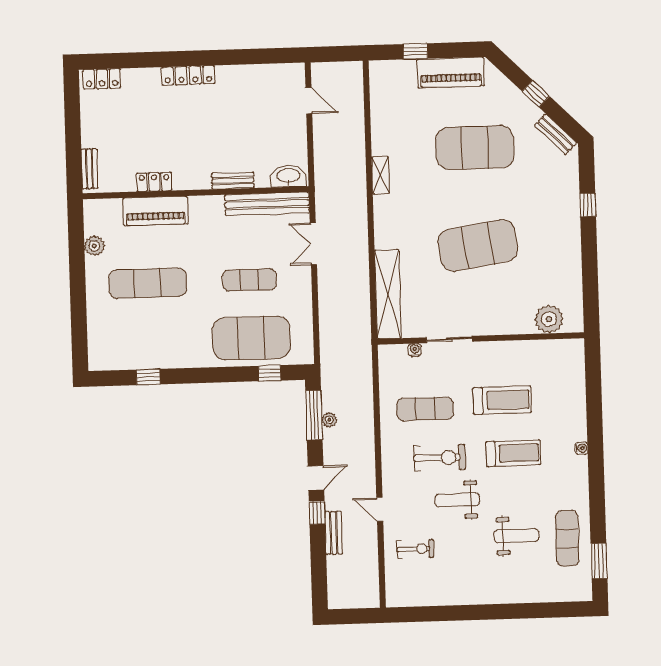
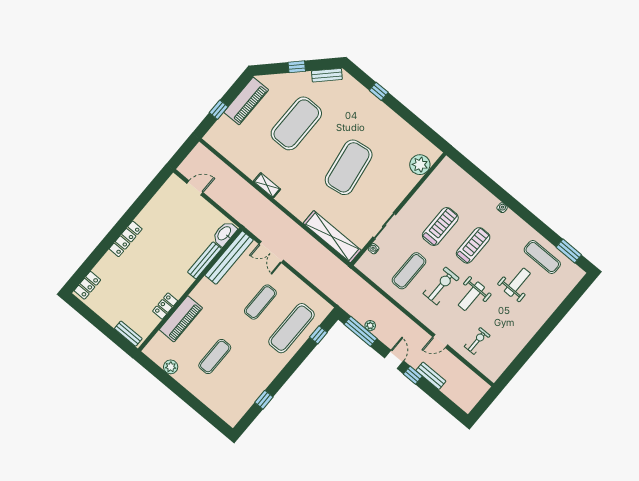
bench: (233, 181) -> (205, 260), width x1.36
exercise mat: (148, 283) -> (215, 357), width x0.73, depth x0.69
exercise mat: (251, 338) -> (291, 328), width x0.68

